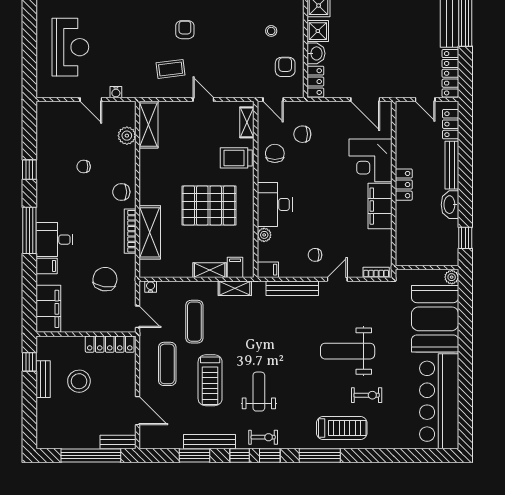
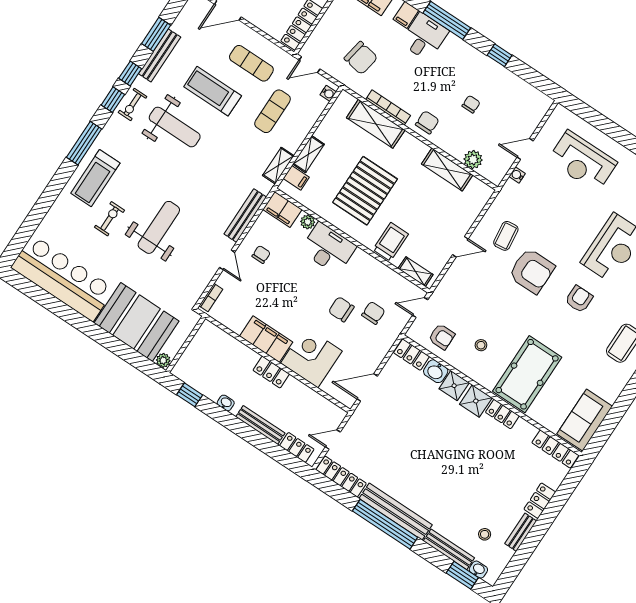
armchair: (185, 30) -> (532, 271), width x1.88, depth x1.88
shelving: (148, 125) -> (447, 169), moved
chair: (275, 153) -> (341, 309), moved, turned 180
washbasin: (450, 205) -> (226, 403), width x0.52, depth x0.69
filing cabinet: (268, 270) -> (282, 209), width x2.00
exercise mat: (194, 322) -> (273, 111), turned 90
weight bench: (259, 392) -> (175, 127), width x1.36, depth x1.33
exercise bike: (367, 395) -> (110, 219), turned 180

